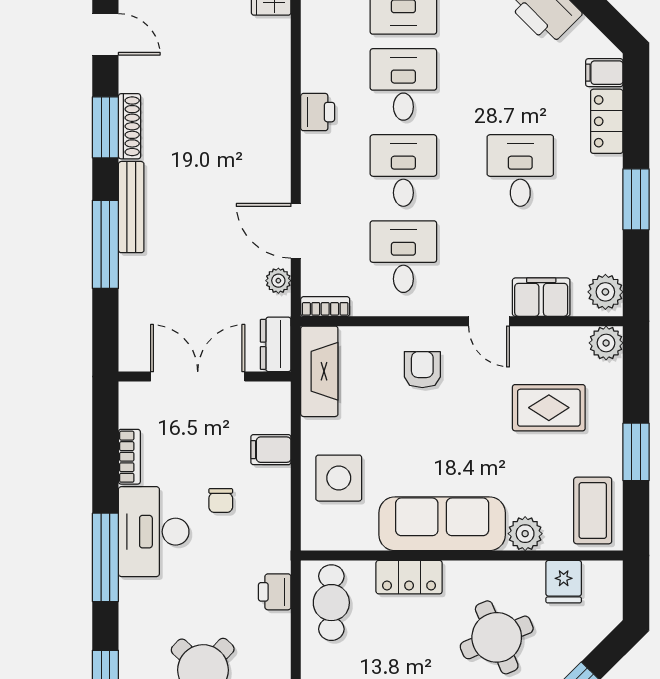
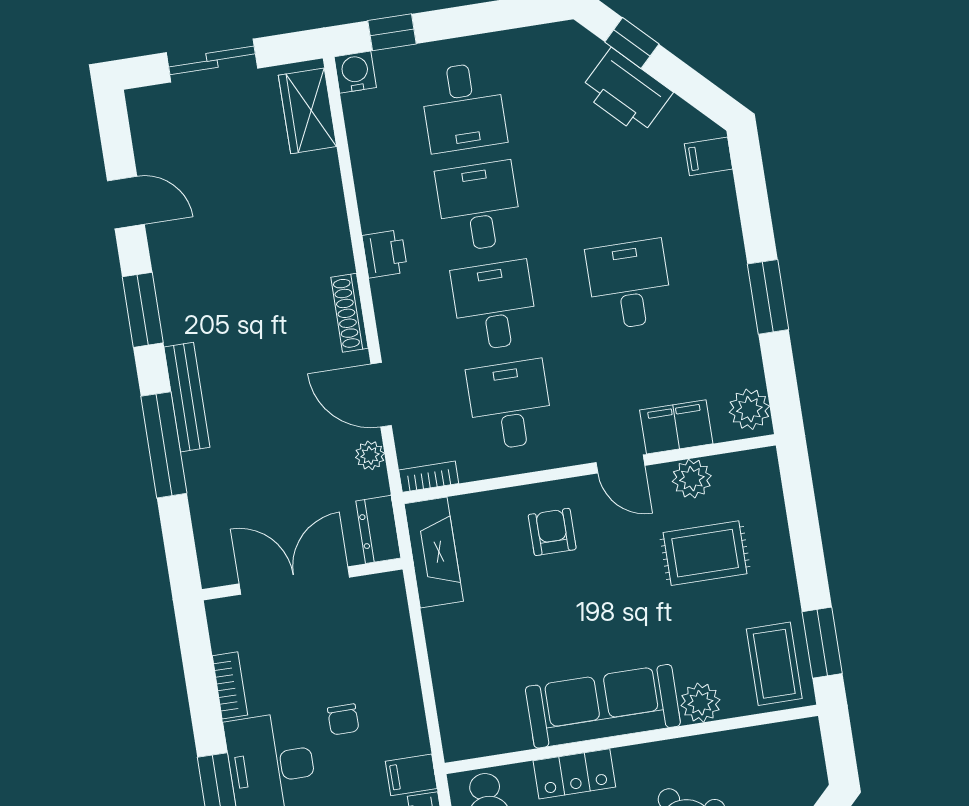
locker: (607, 121) -> (720, 212), removed
shoe rack: (130, 126) -> (349, 313), moved, turned 180
plant: (606, 343) -> (692, 479), moved
filing cabinet: (271, 450) -> (411, 775), moved
window: (636, 452) -> (822, 643), moved
side table: (339, 478) -> (475, 672), removed
fridge: (564, 582) -> (754, 751), removed

